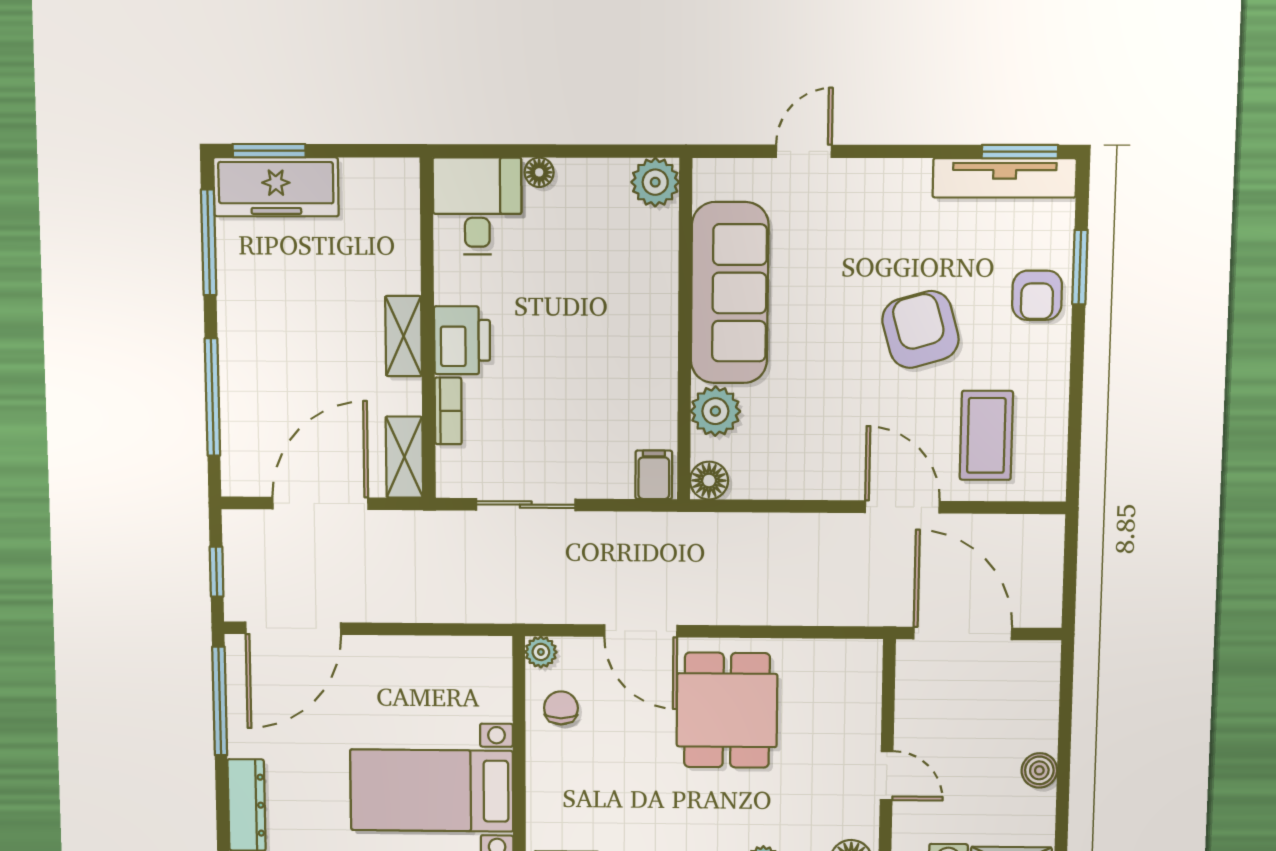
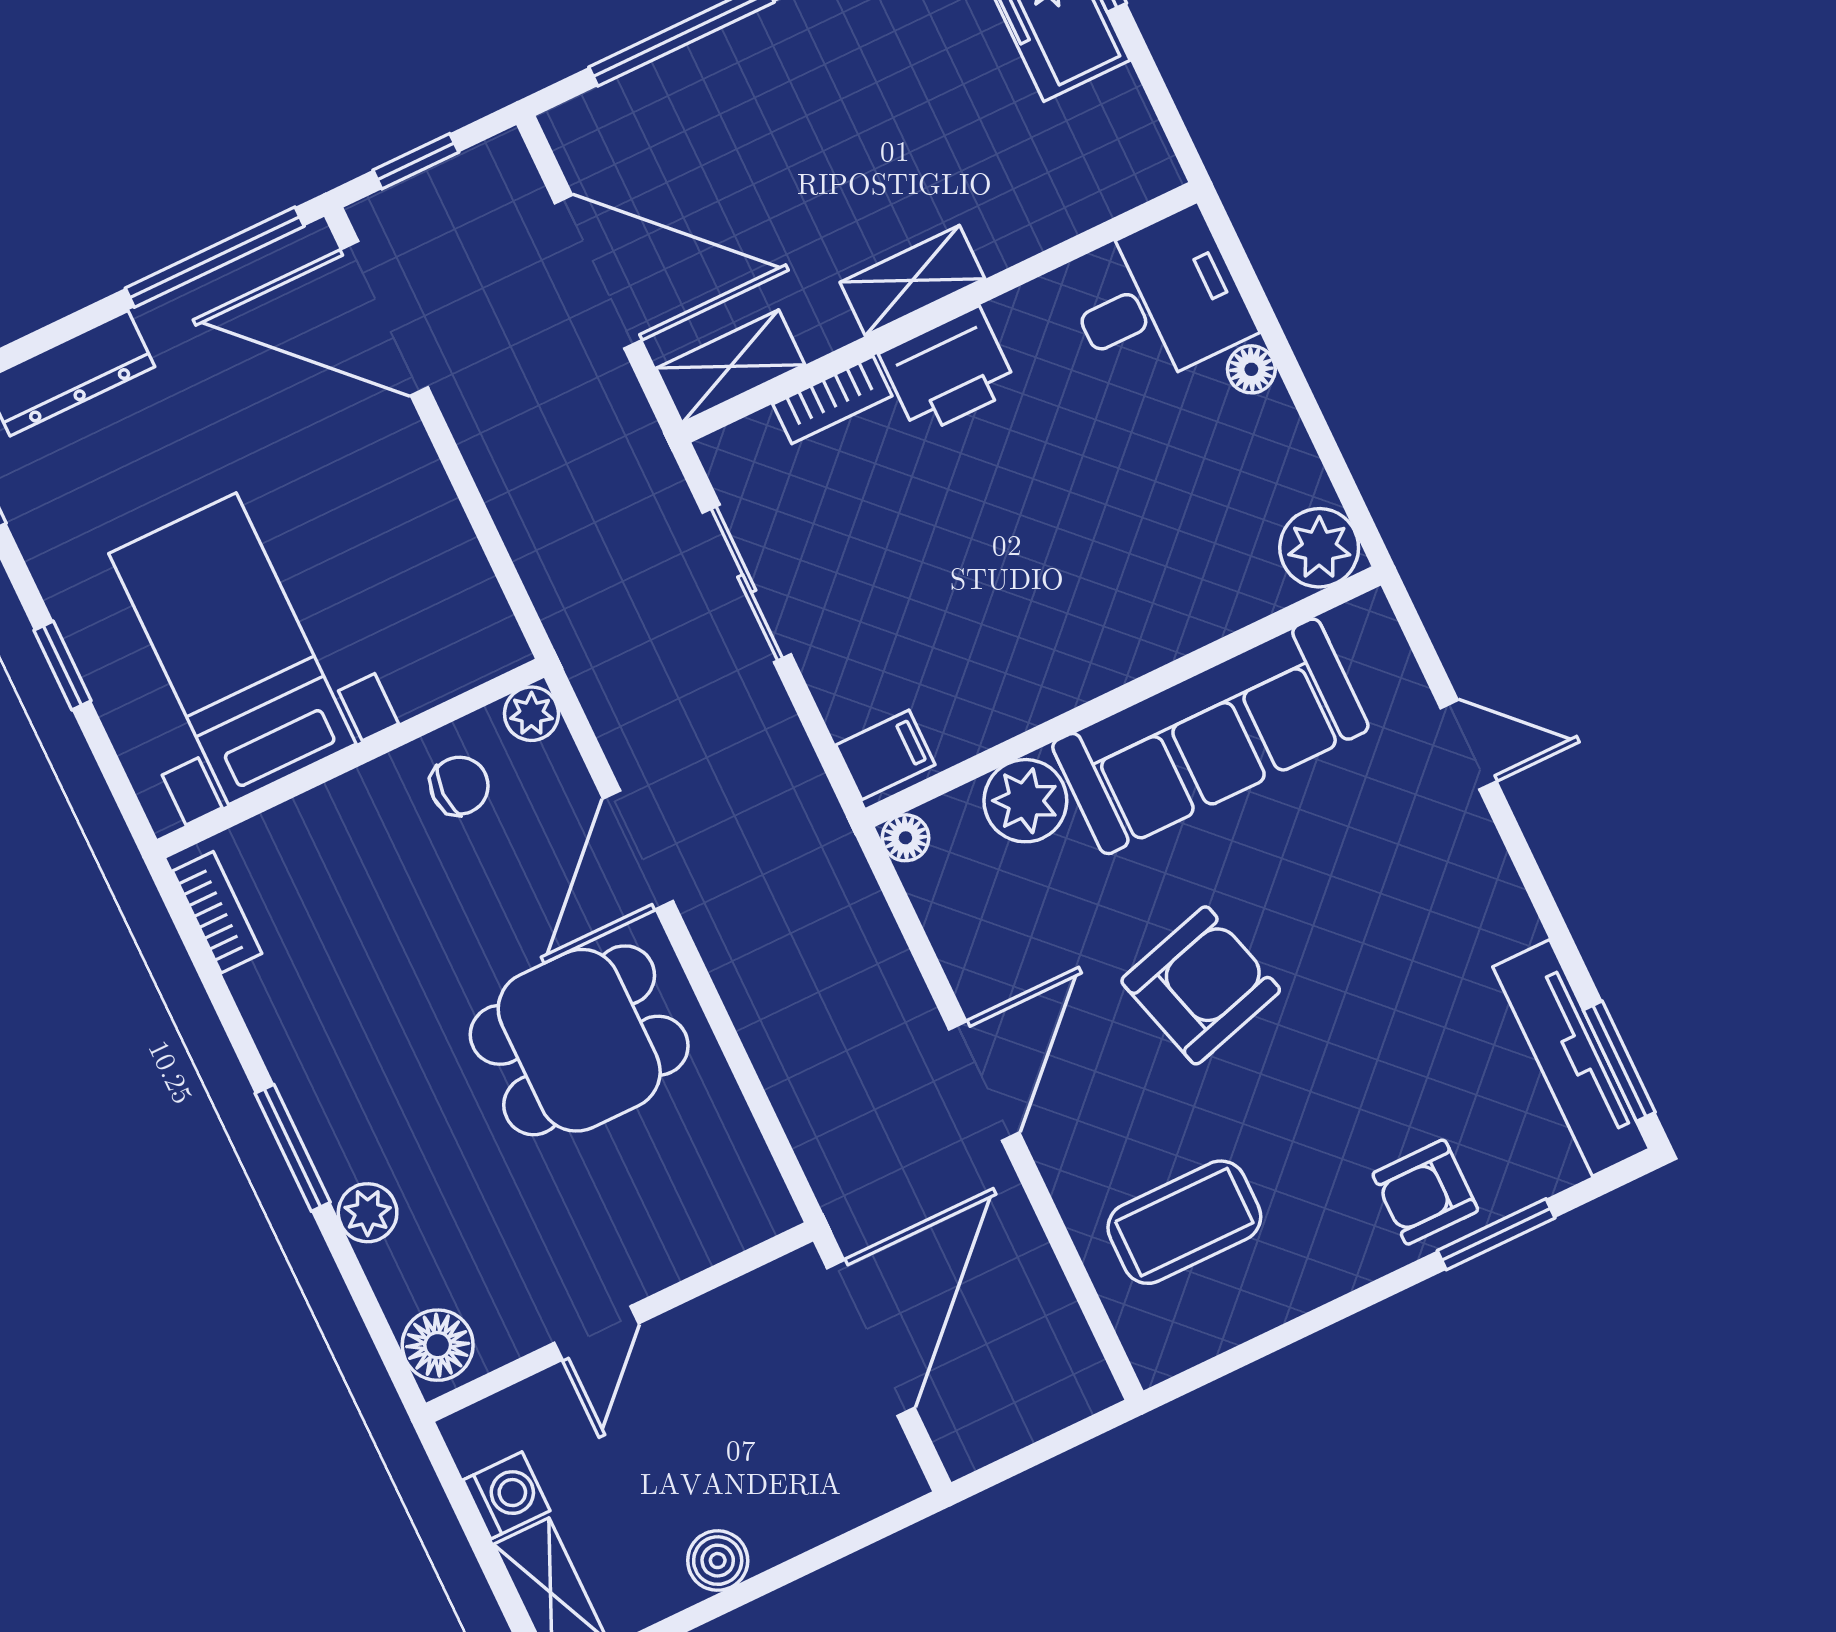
armchair: (920, 329) -> (1201, 985), moved
floor lamp: (709, 480) -> (905, 838), width x0.73, depth x0.73
door: (902, 507) -> (984, 1081), moved

